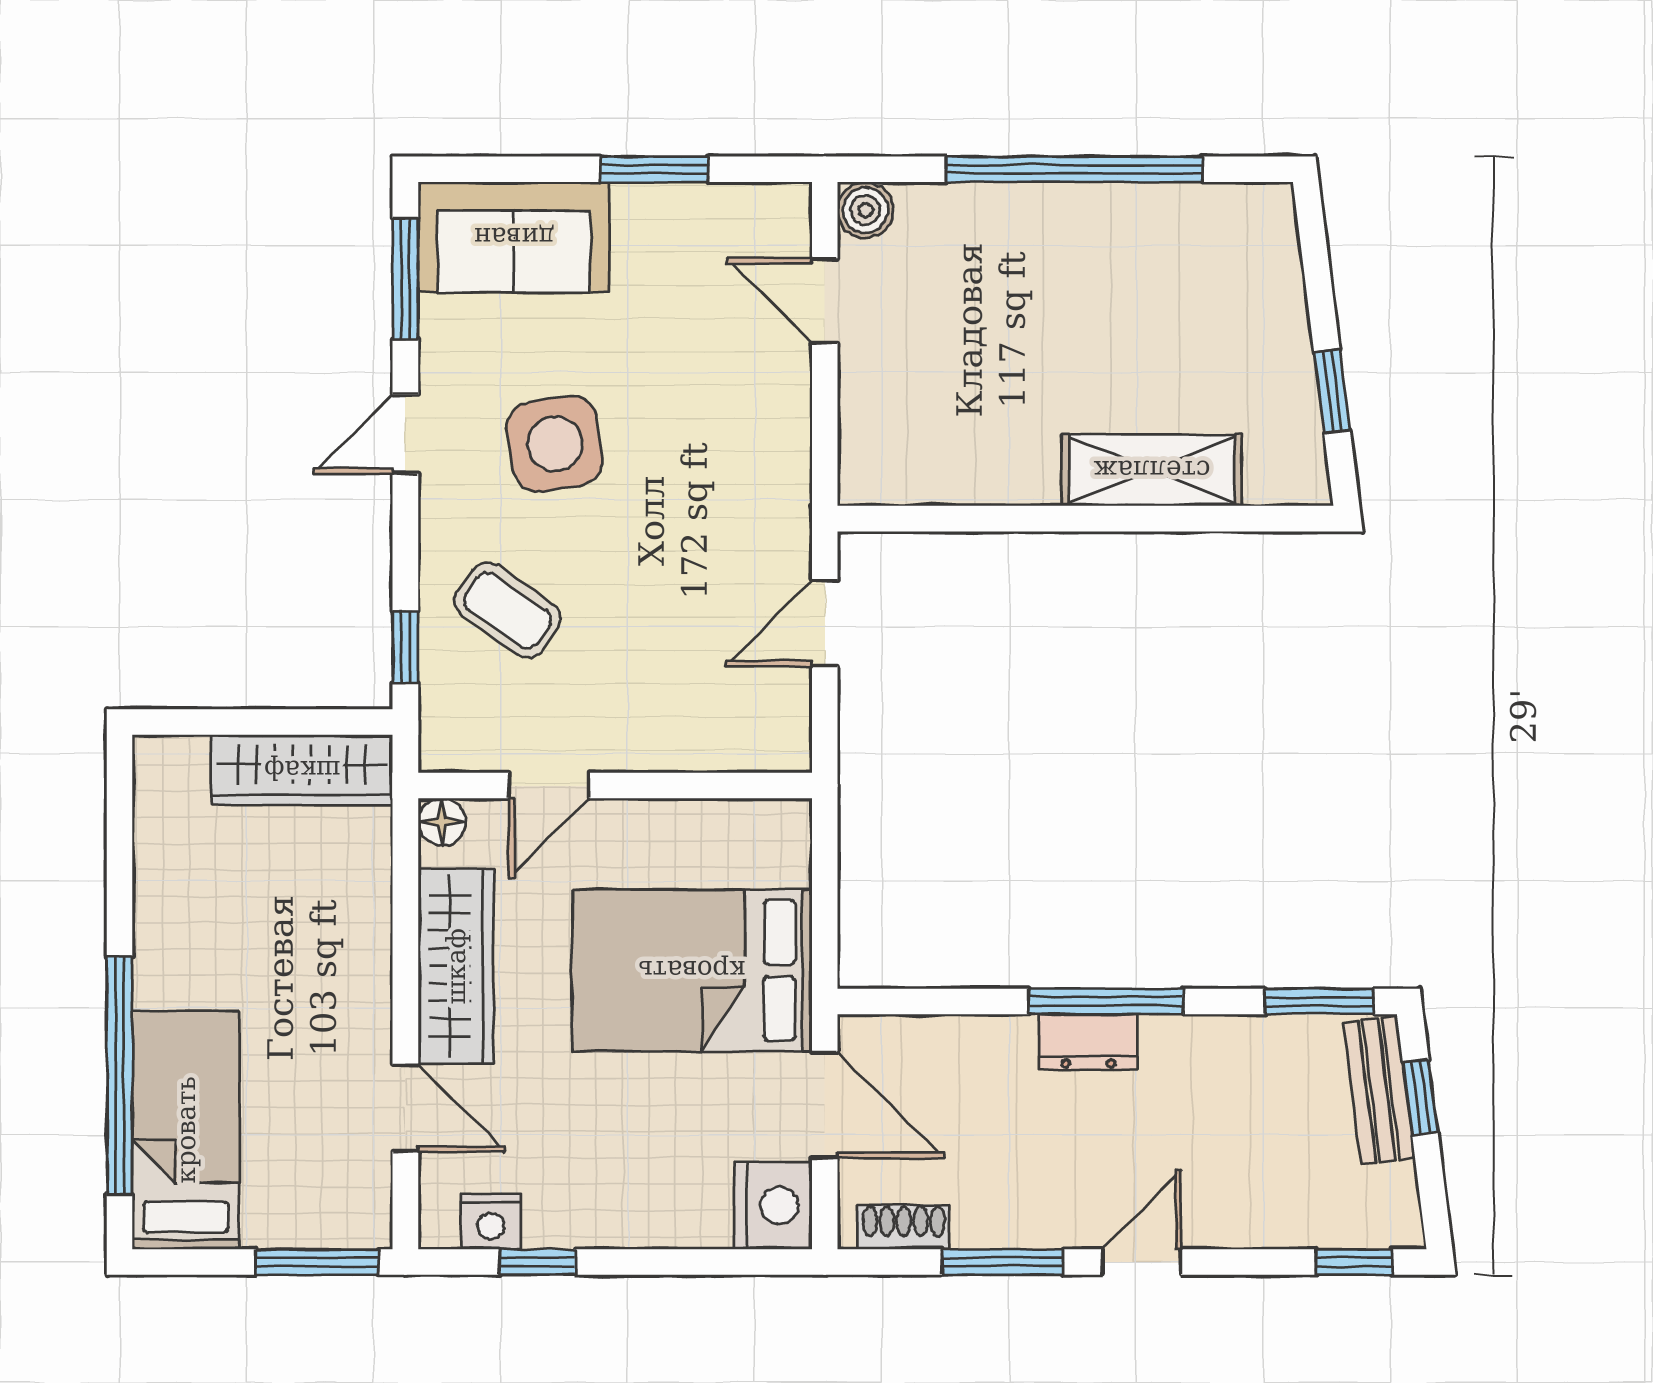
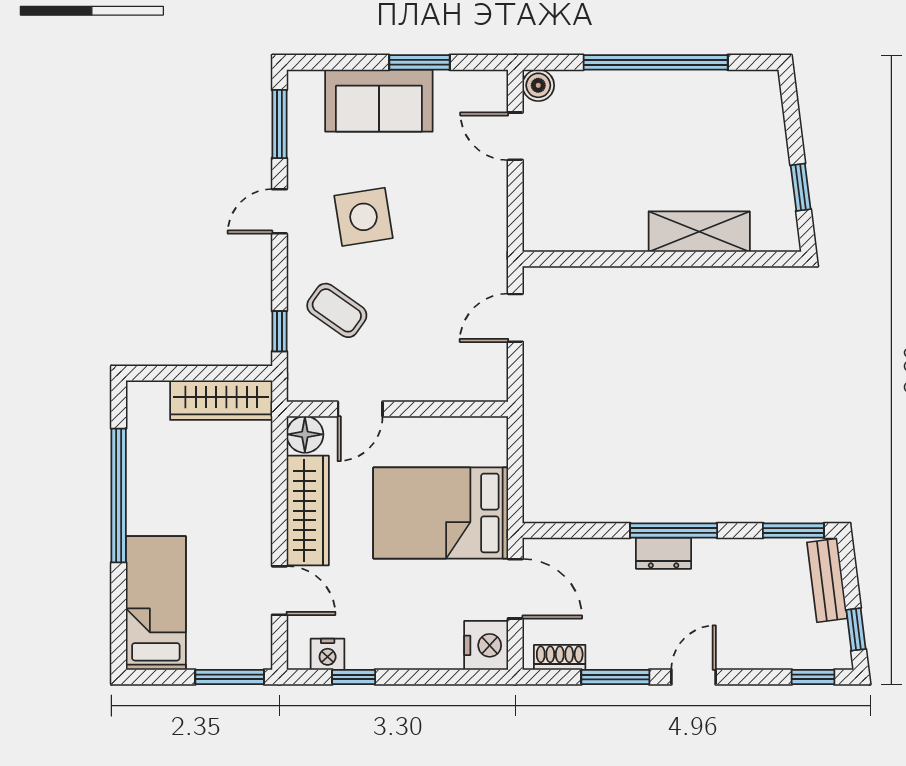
sofa: (514, 237) -> (379, 101), moved
floor lamp: (442, 822) -> (305, 434), width x1.37, depth x1.37
window: (120, 1076) -> (119, 495), moved
window: (1420, 1097) -> (856, 629), moved

